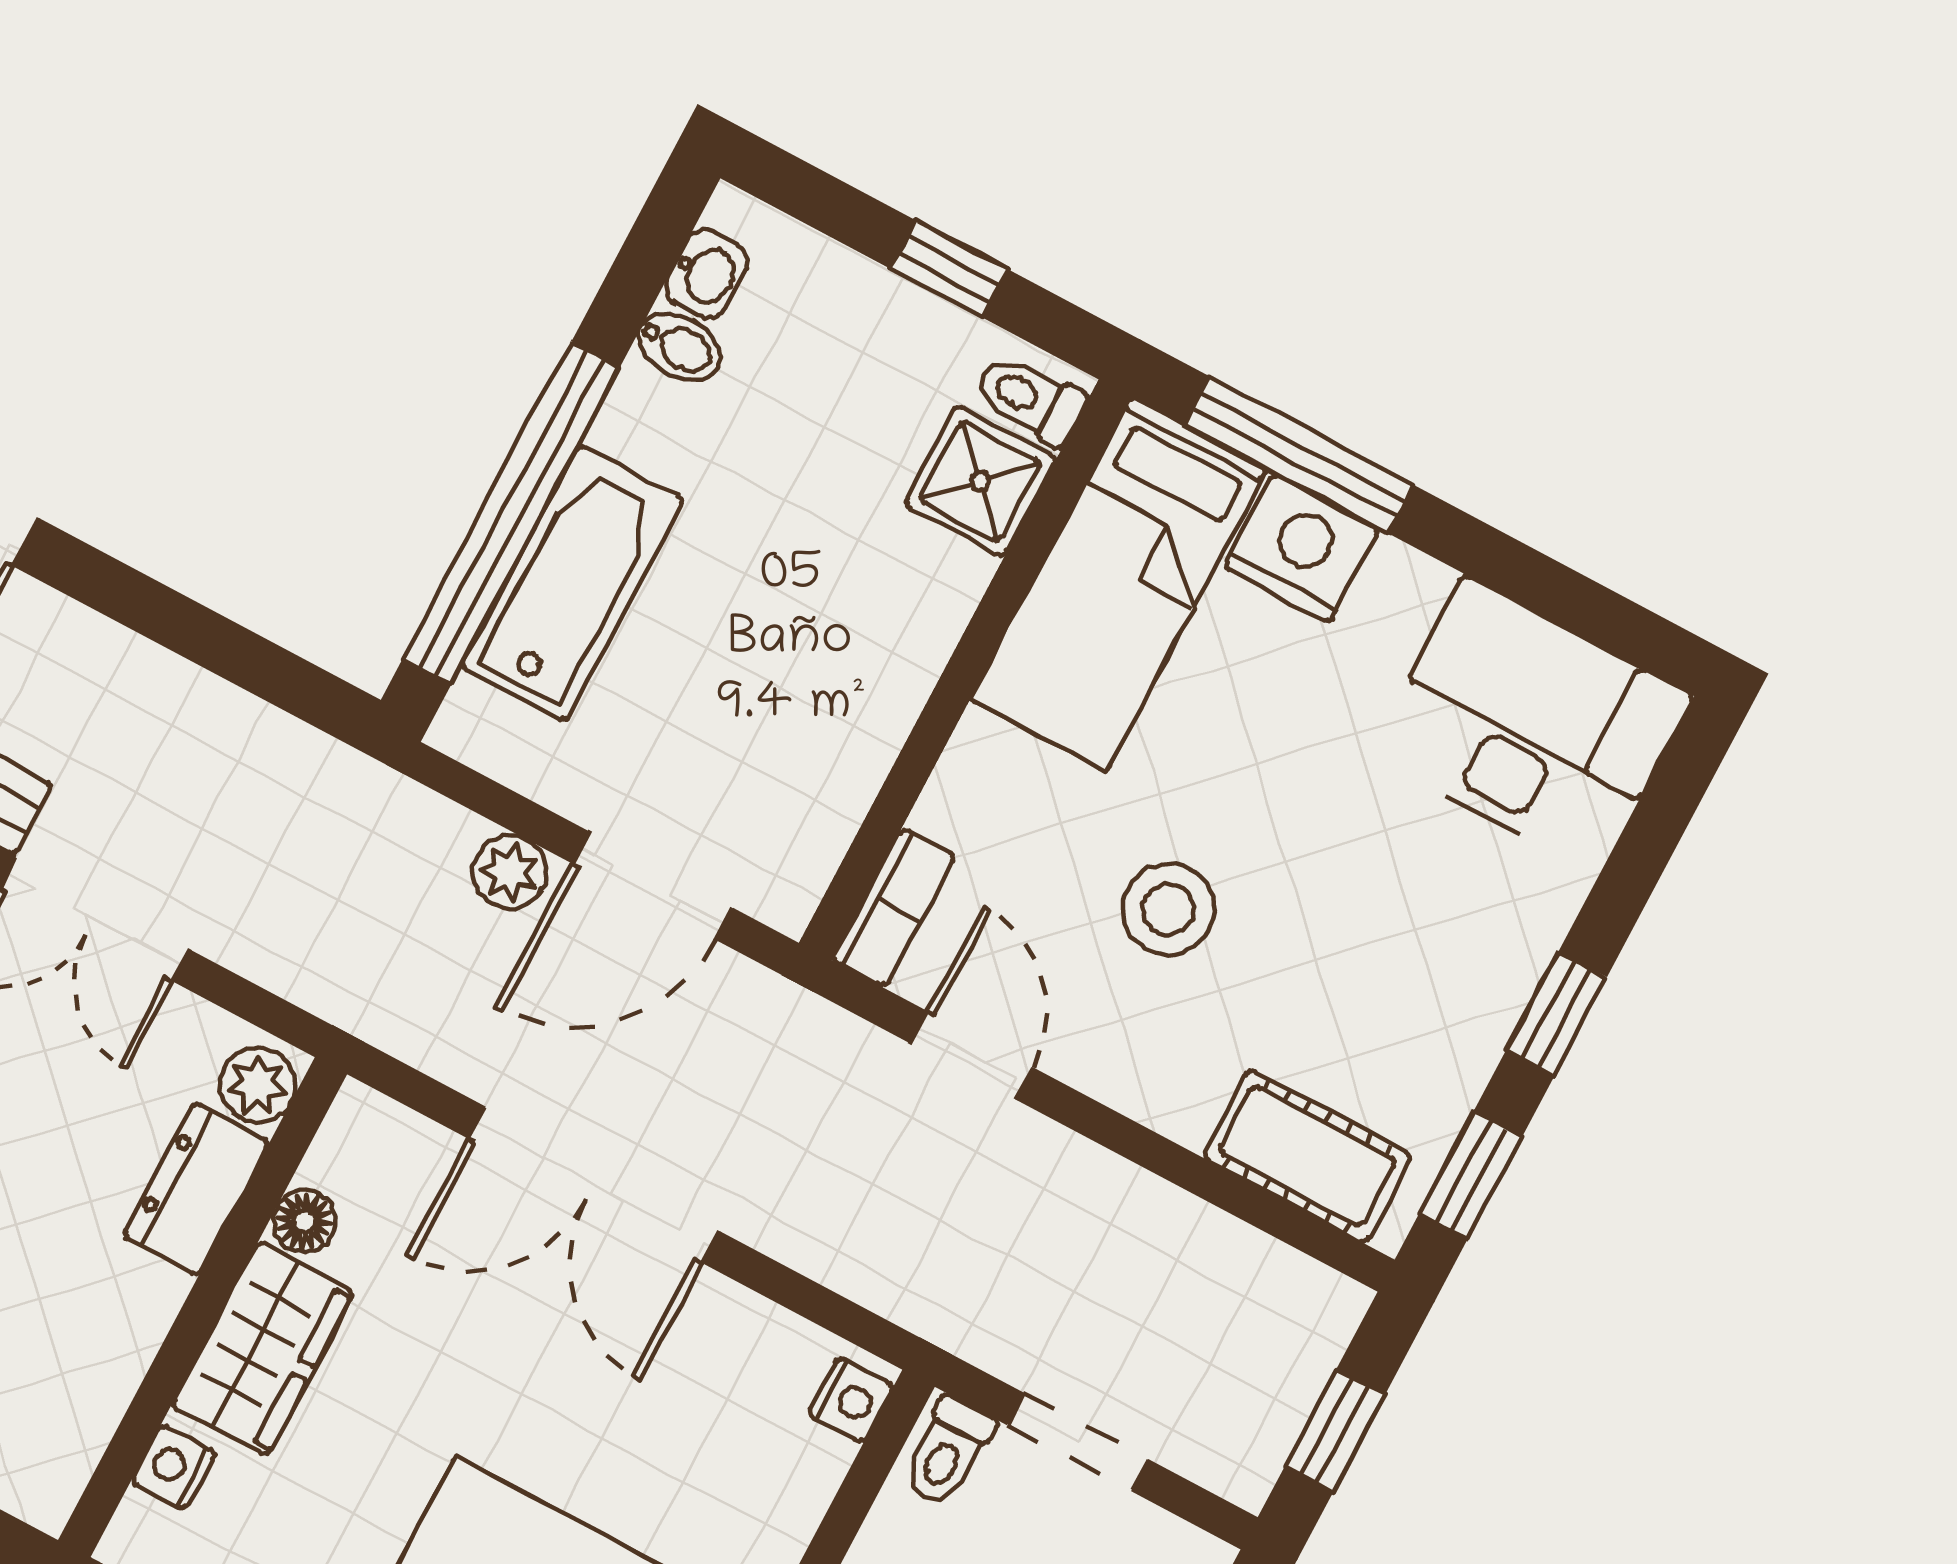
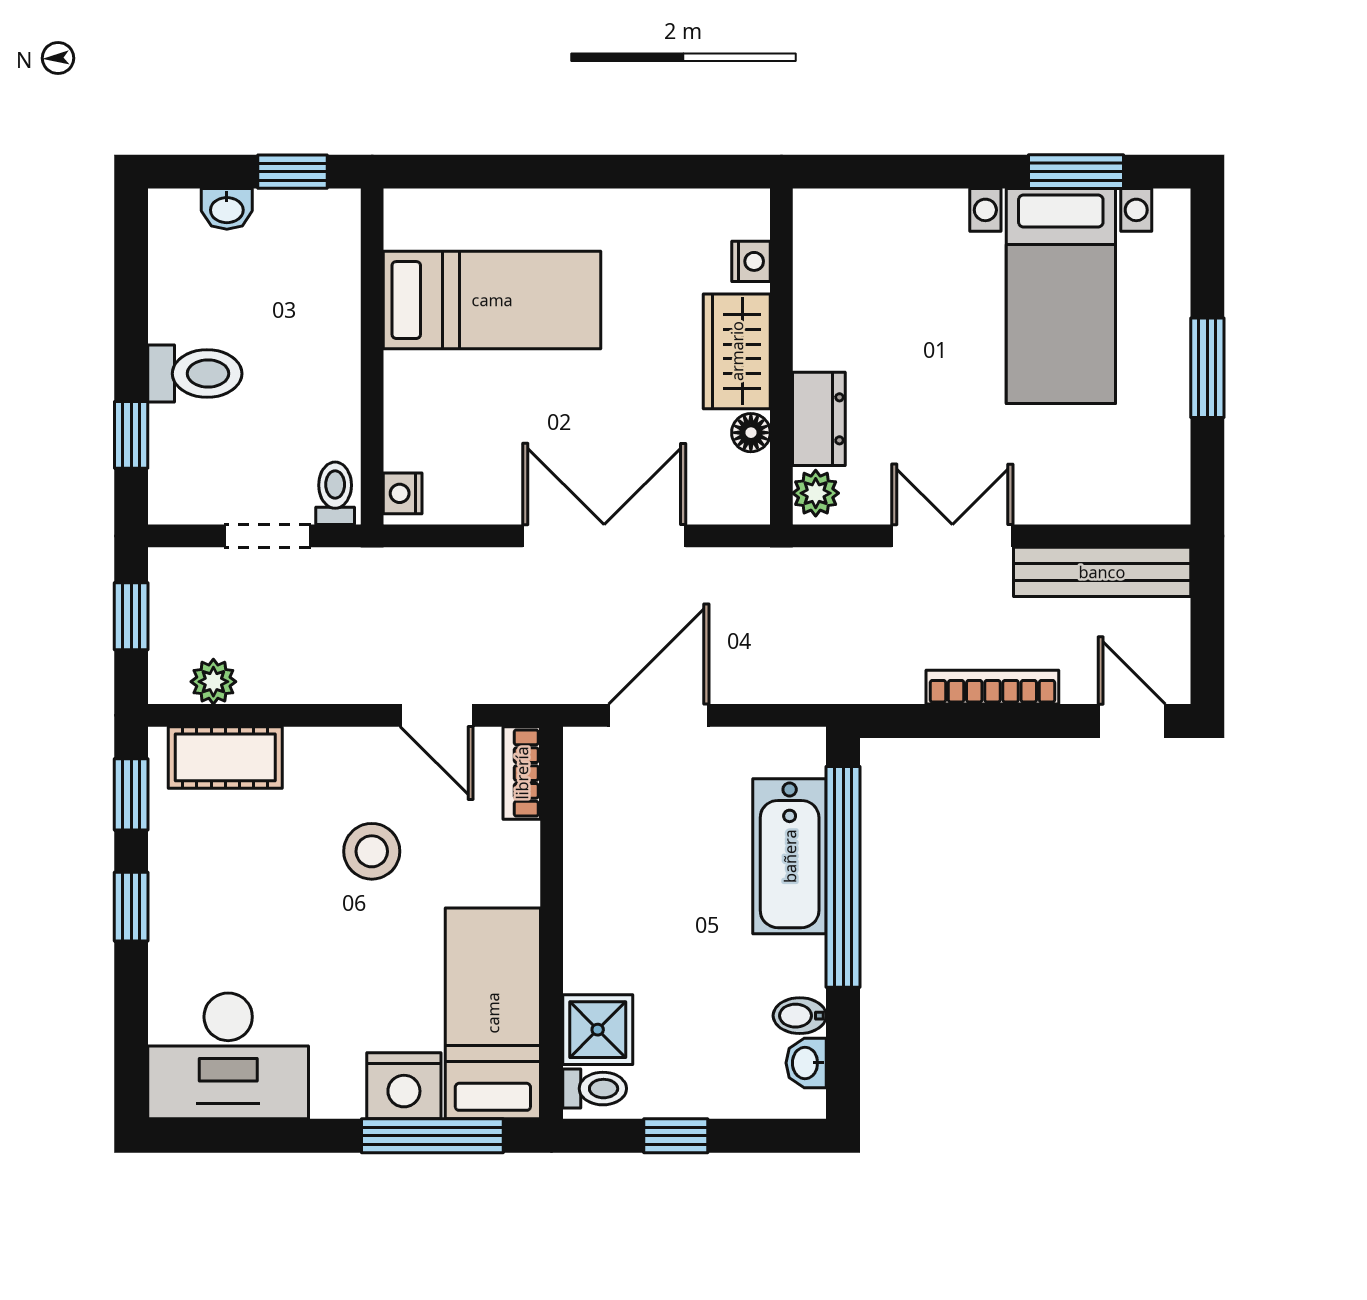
bookcase: (152, 671) -> (992, 687), added
plant: (510, 872) -> (213, 682), moved

